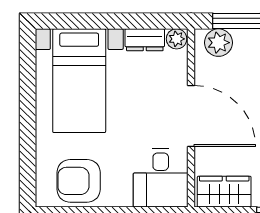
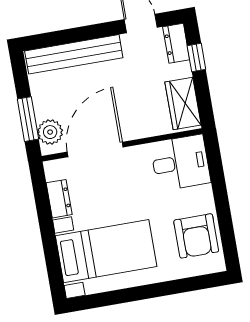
plant: (177, 39) -> (53, 170), removed
door: (191, 116) -> (95, 149), moved

